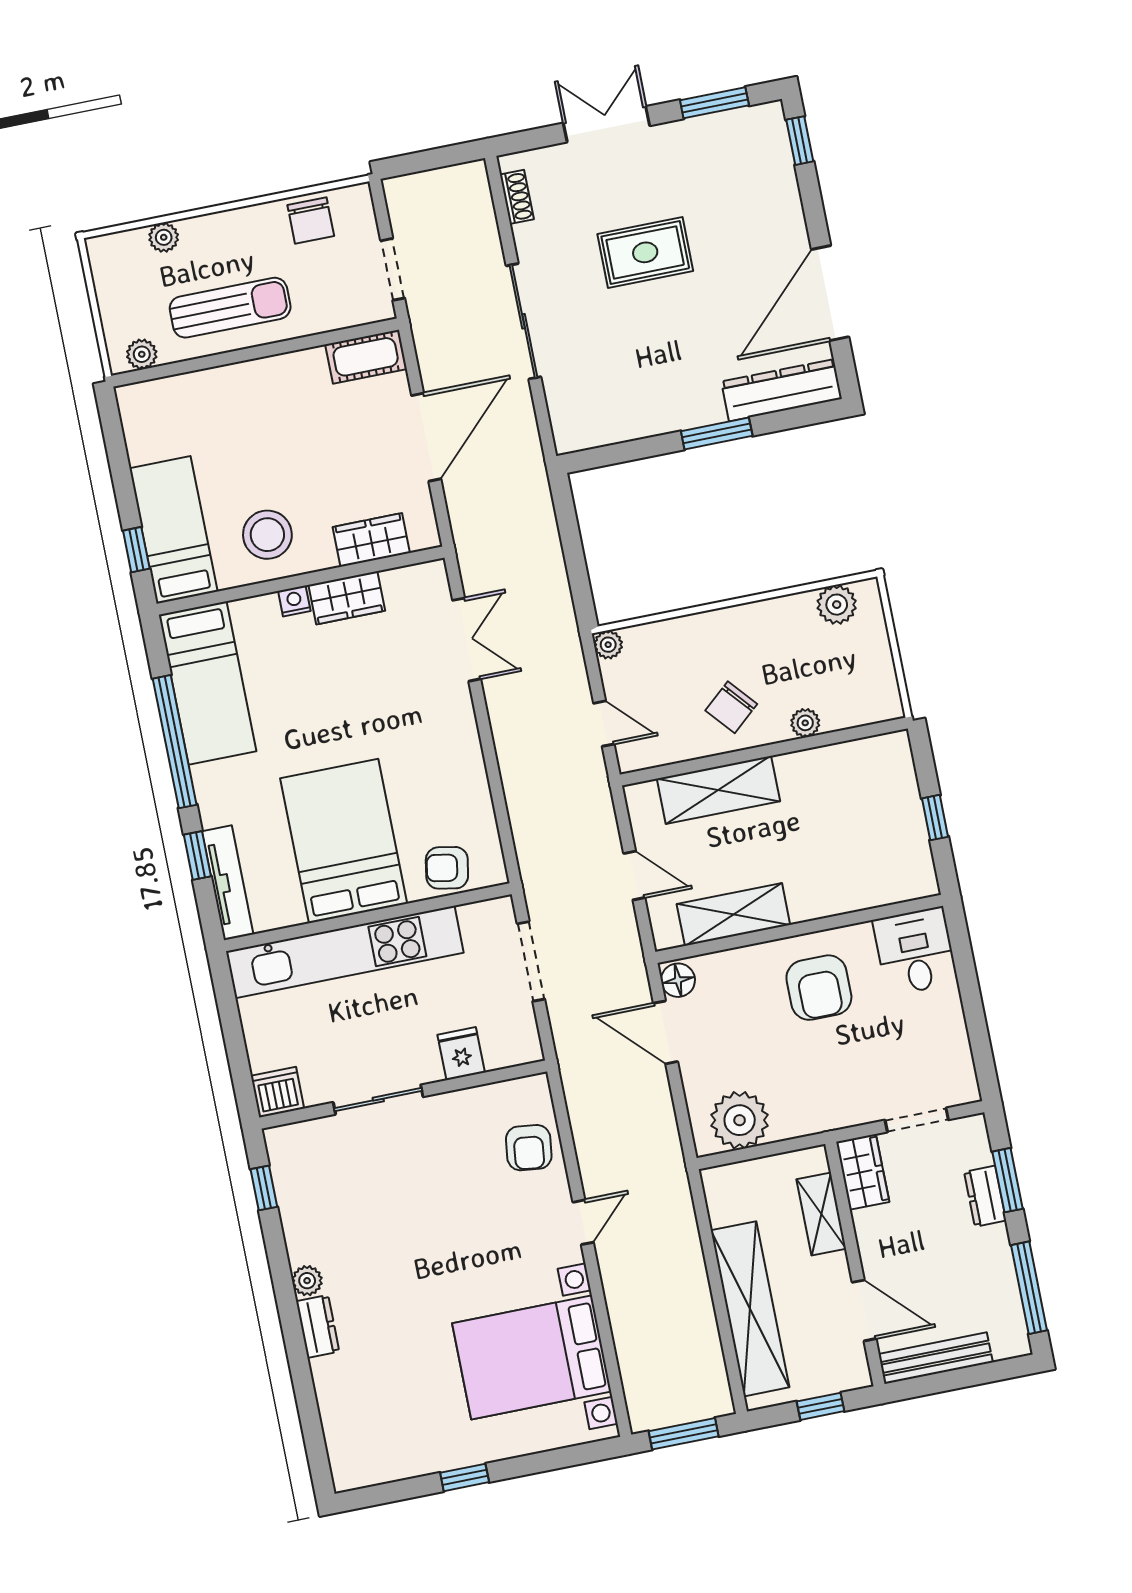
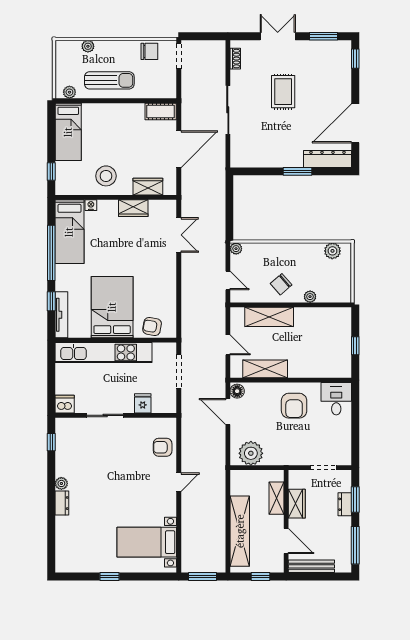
chair: (311, 220) -> (149, 51), turned -90
rug: (645, 252) -> (283, 92), turned 90
doorway: (393, 269) -> (179, 56), moved
bed: (174, 530) -> (68, 132), moved, turned 180
nightstand: (294, 601) -> (91, 205), moved
armchair: (529, 1148) -> (163, 447), turned 83
wardrobe: (863, 1172) -> (297, 504), moved
bed with nightstands: (532, 1357) -> (147, 542), width x0.73

